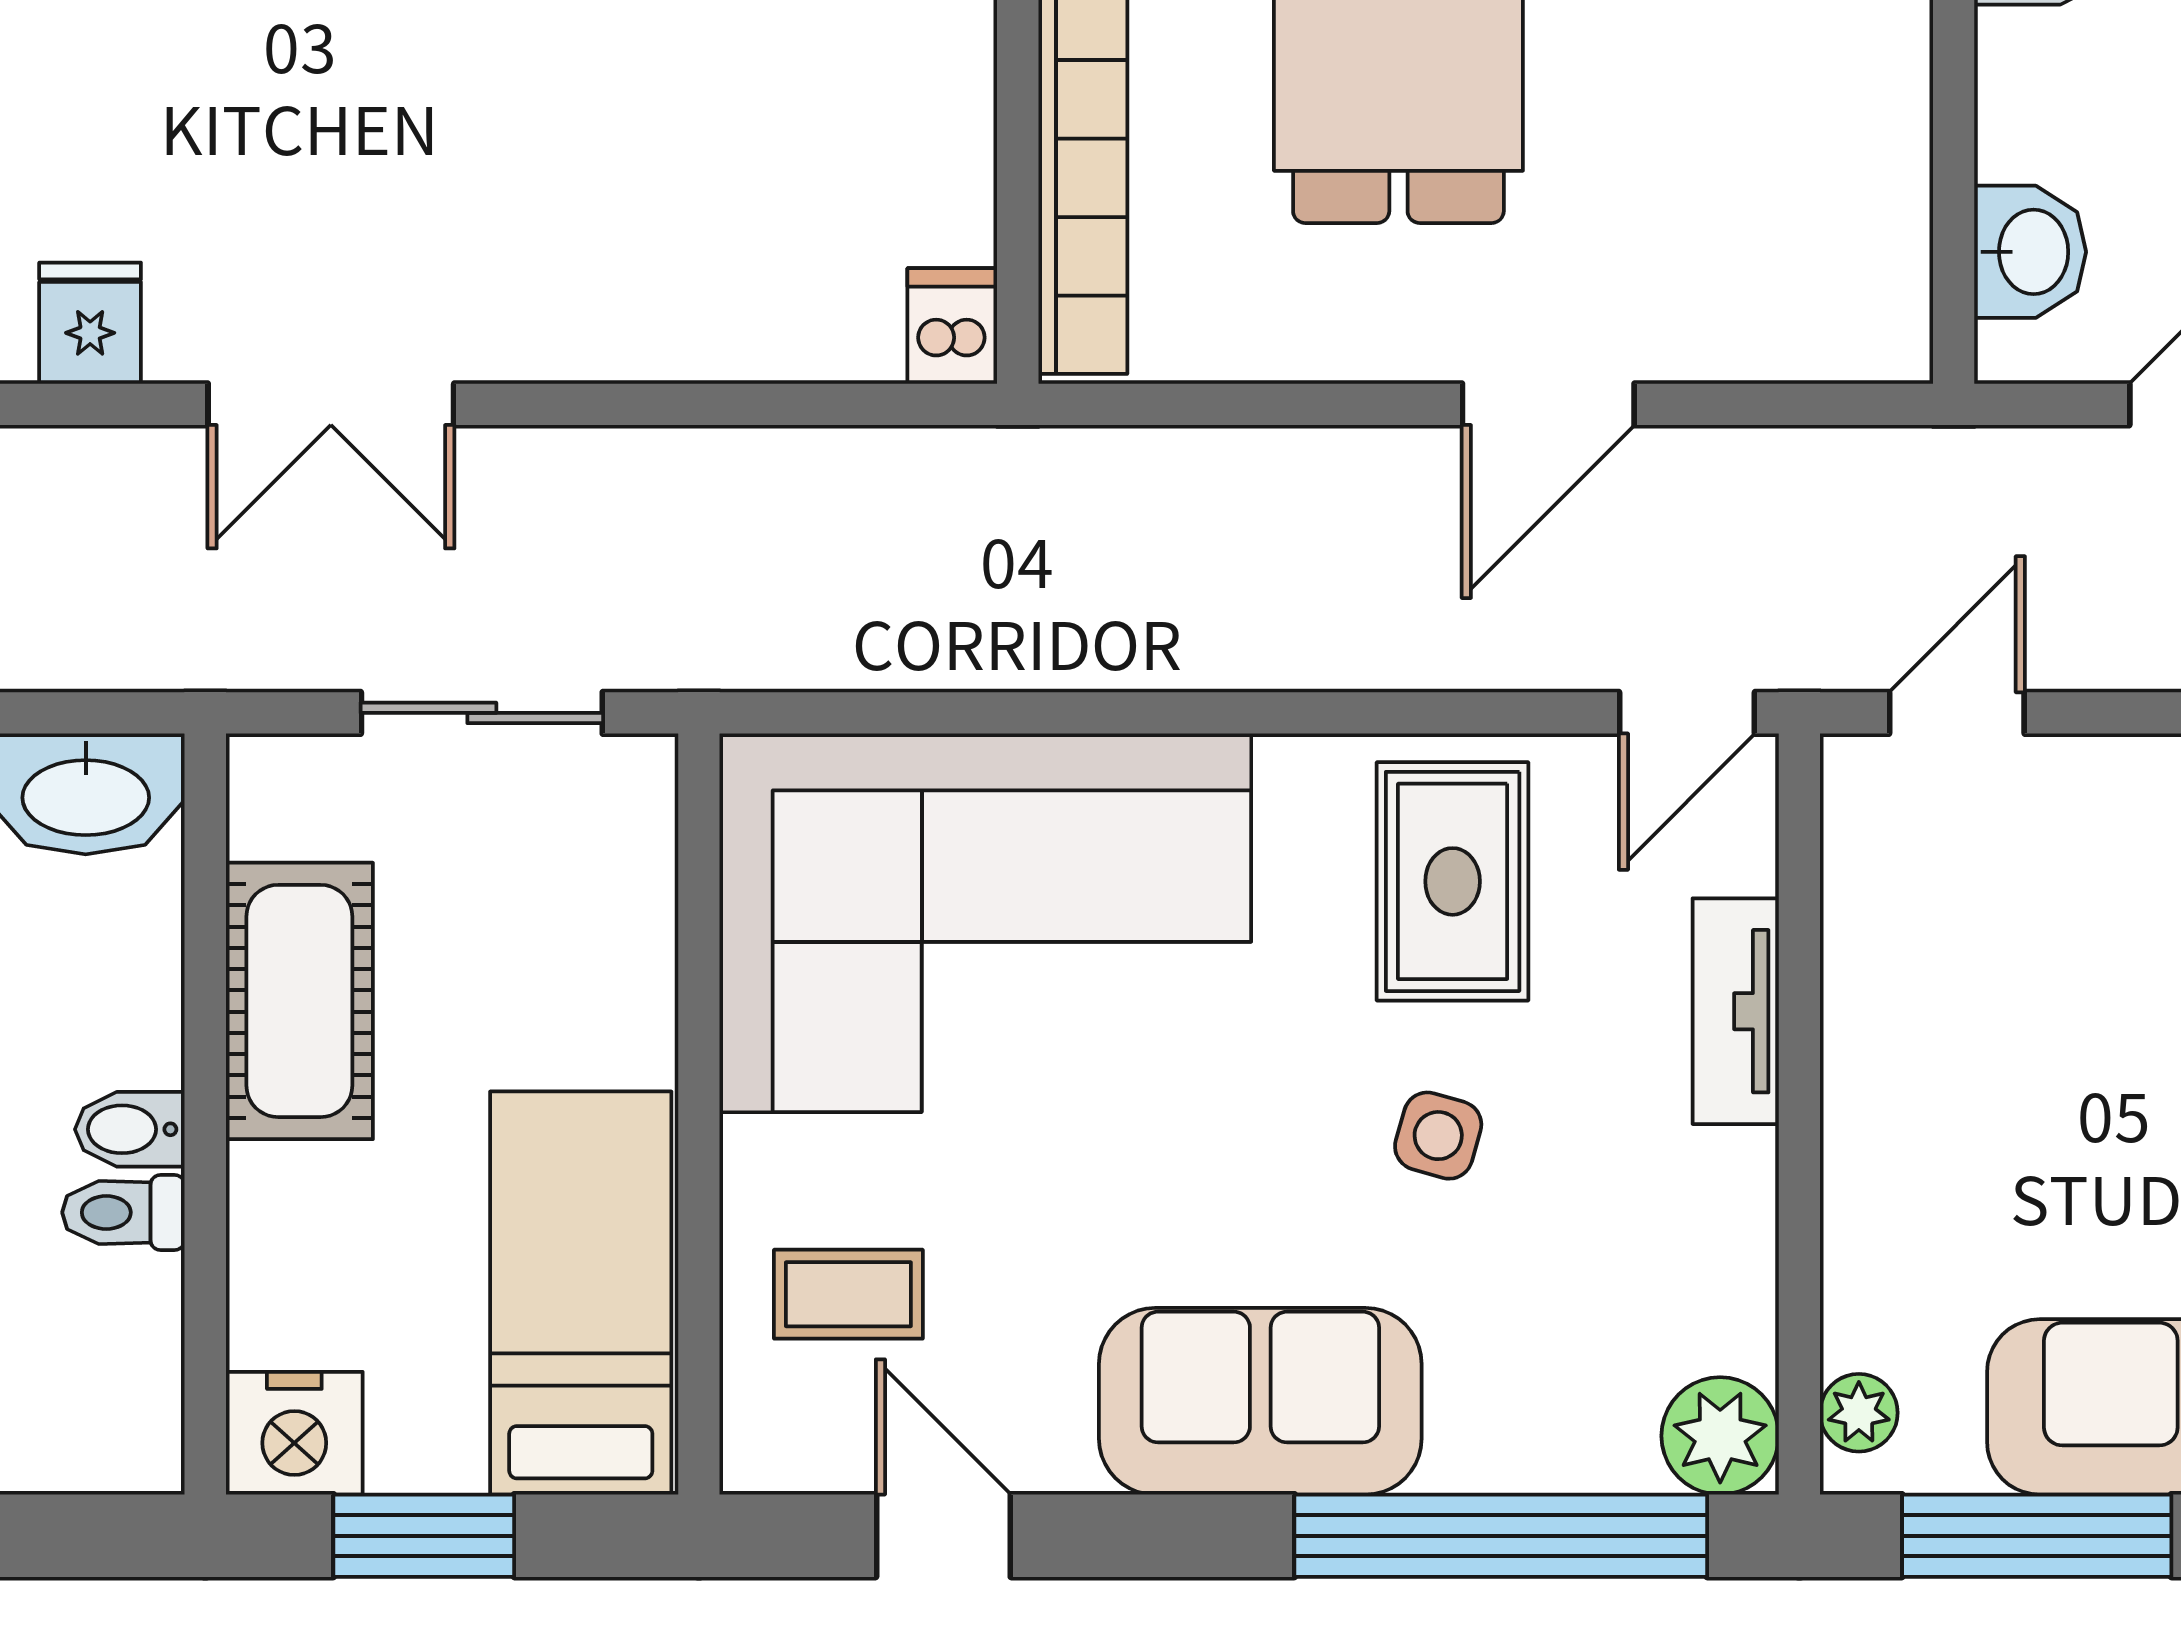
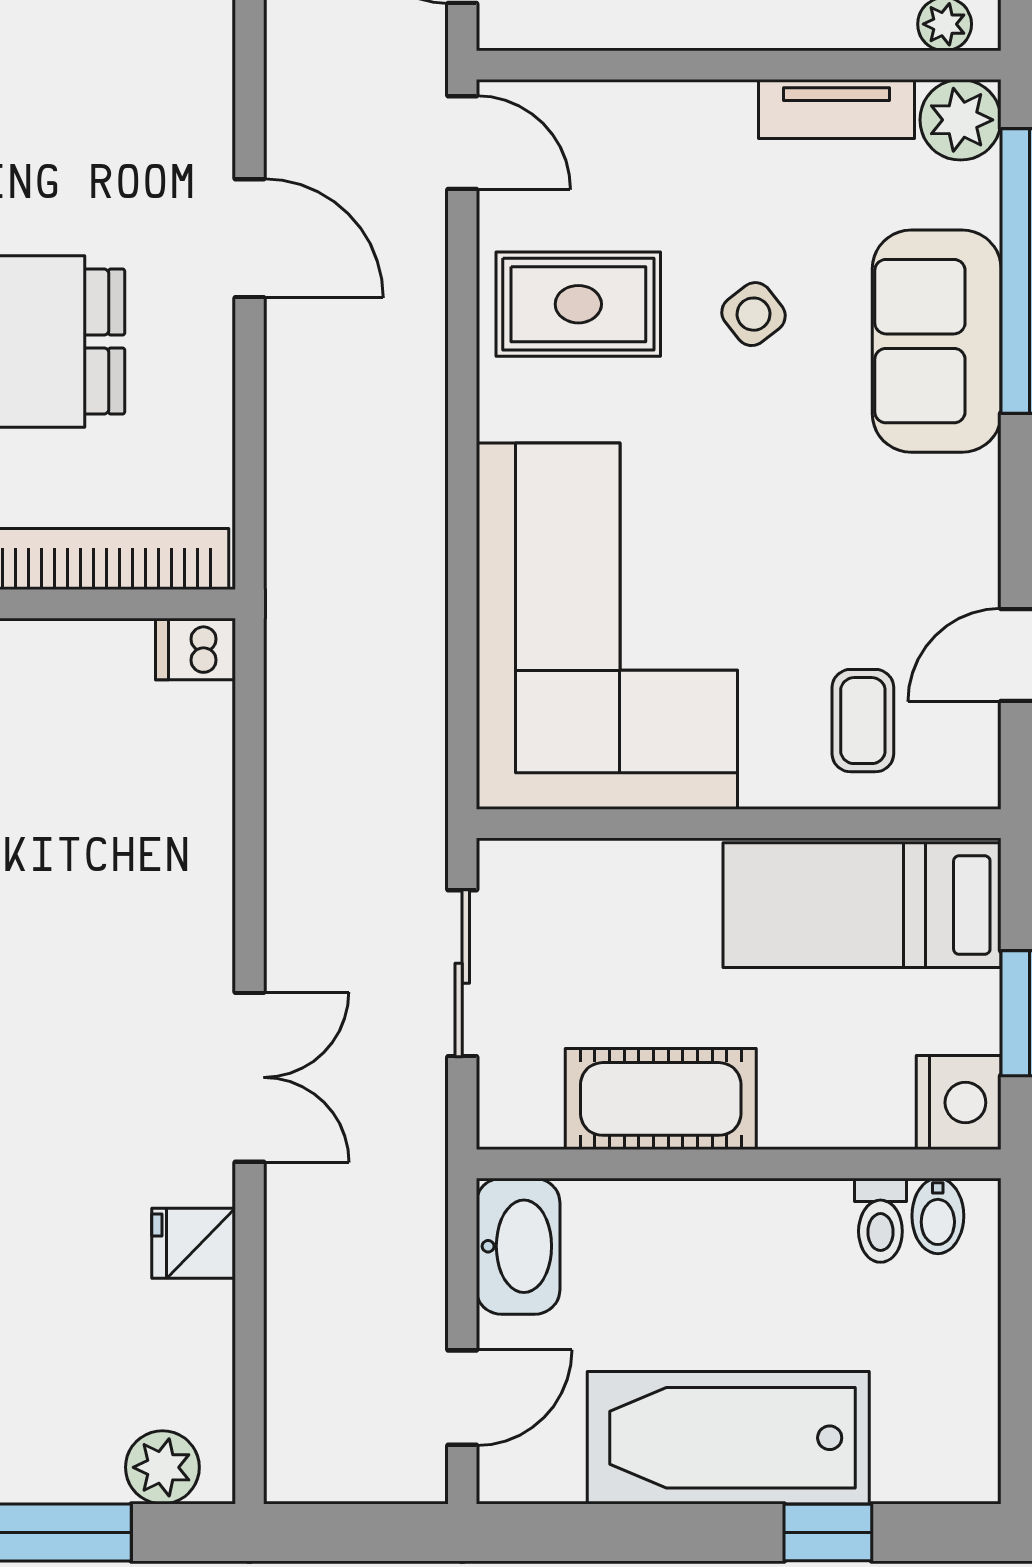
tv unit: (1736, 1011) -> (837, 109), moved
bidet: (130, 1129) -> (938, 1216), moved
side table: (1438, 1136) -> (754, 314), turned 36
toilet: (123, 1212) -> (880, 1220), moved
sofa: (1260, 1401) -> (937, 341), moved

